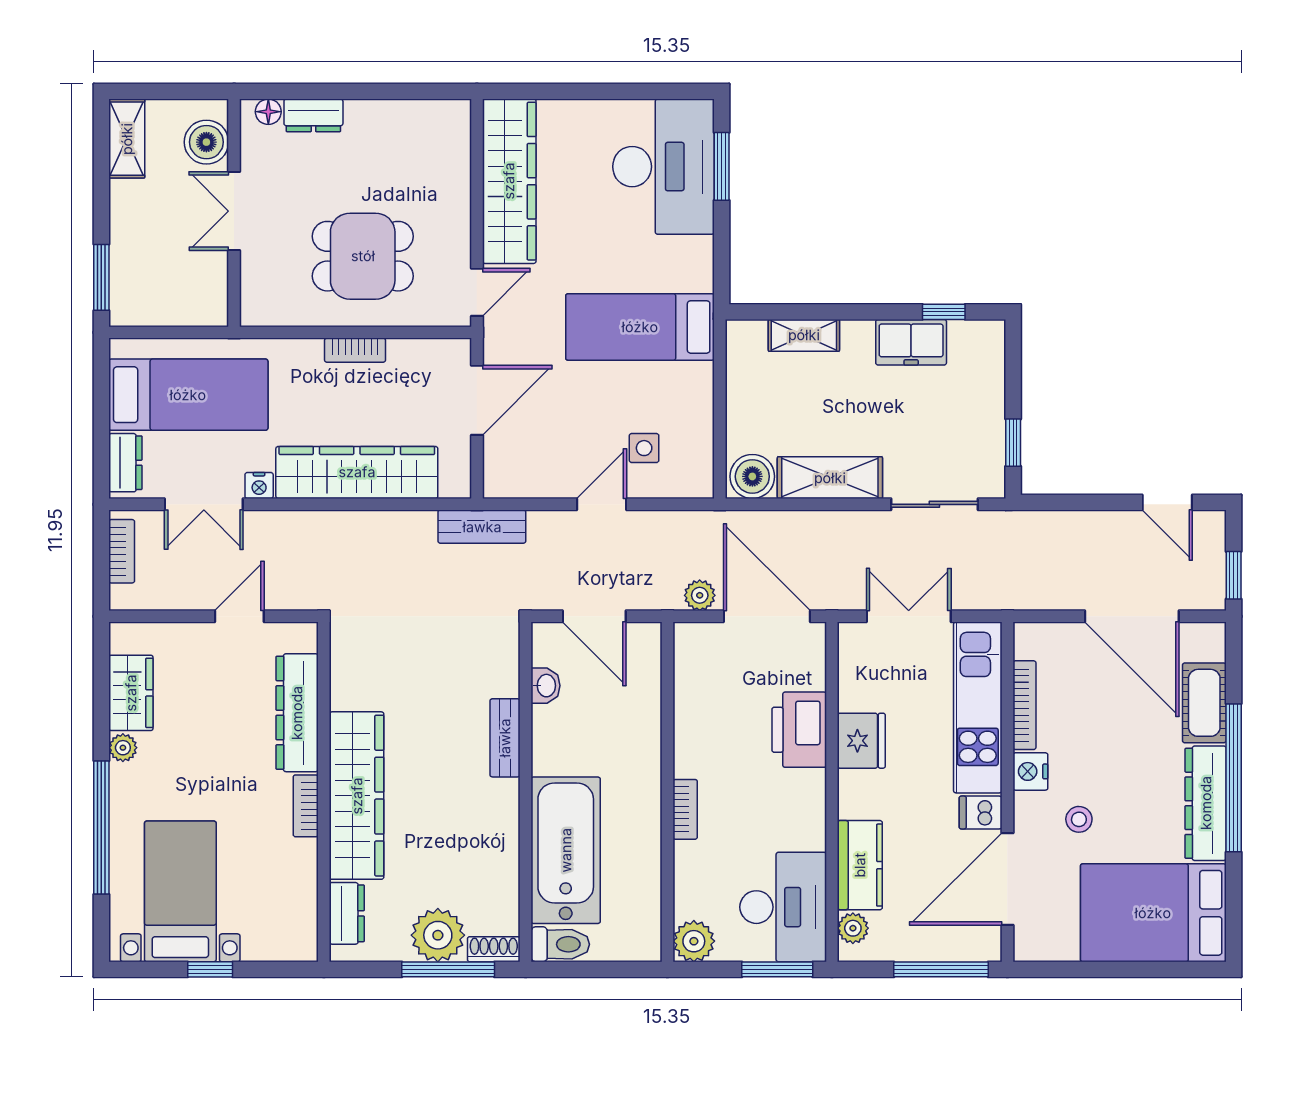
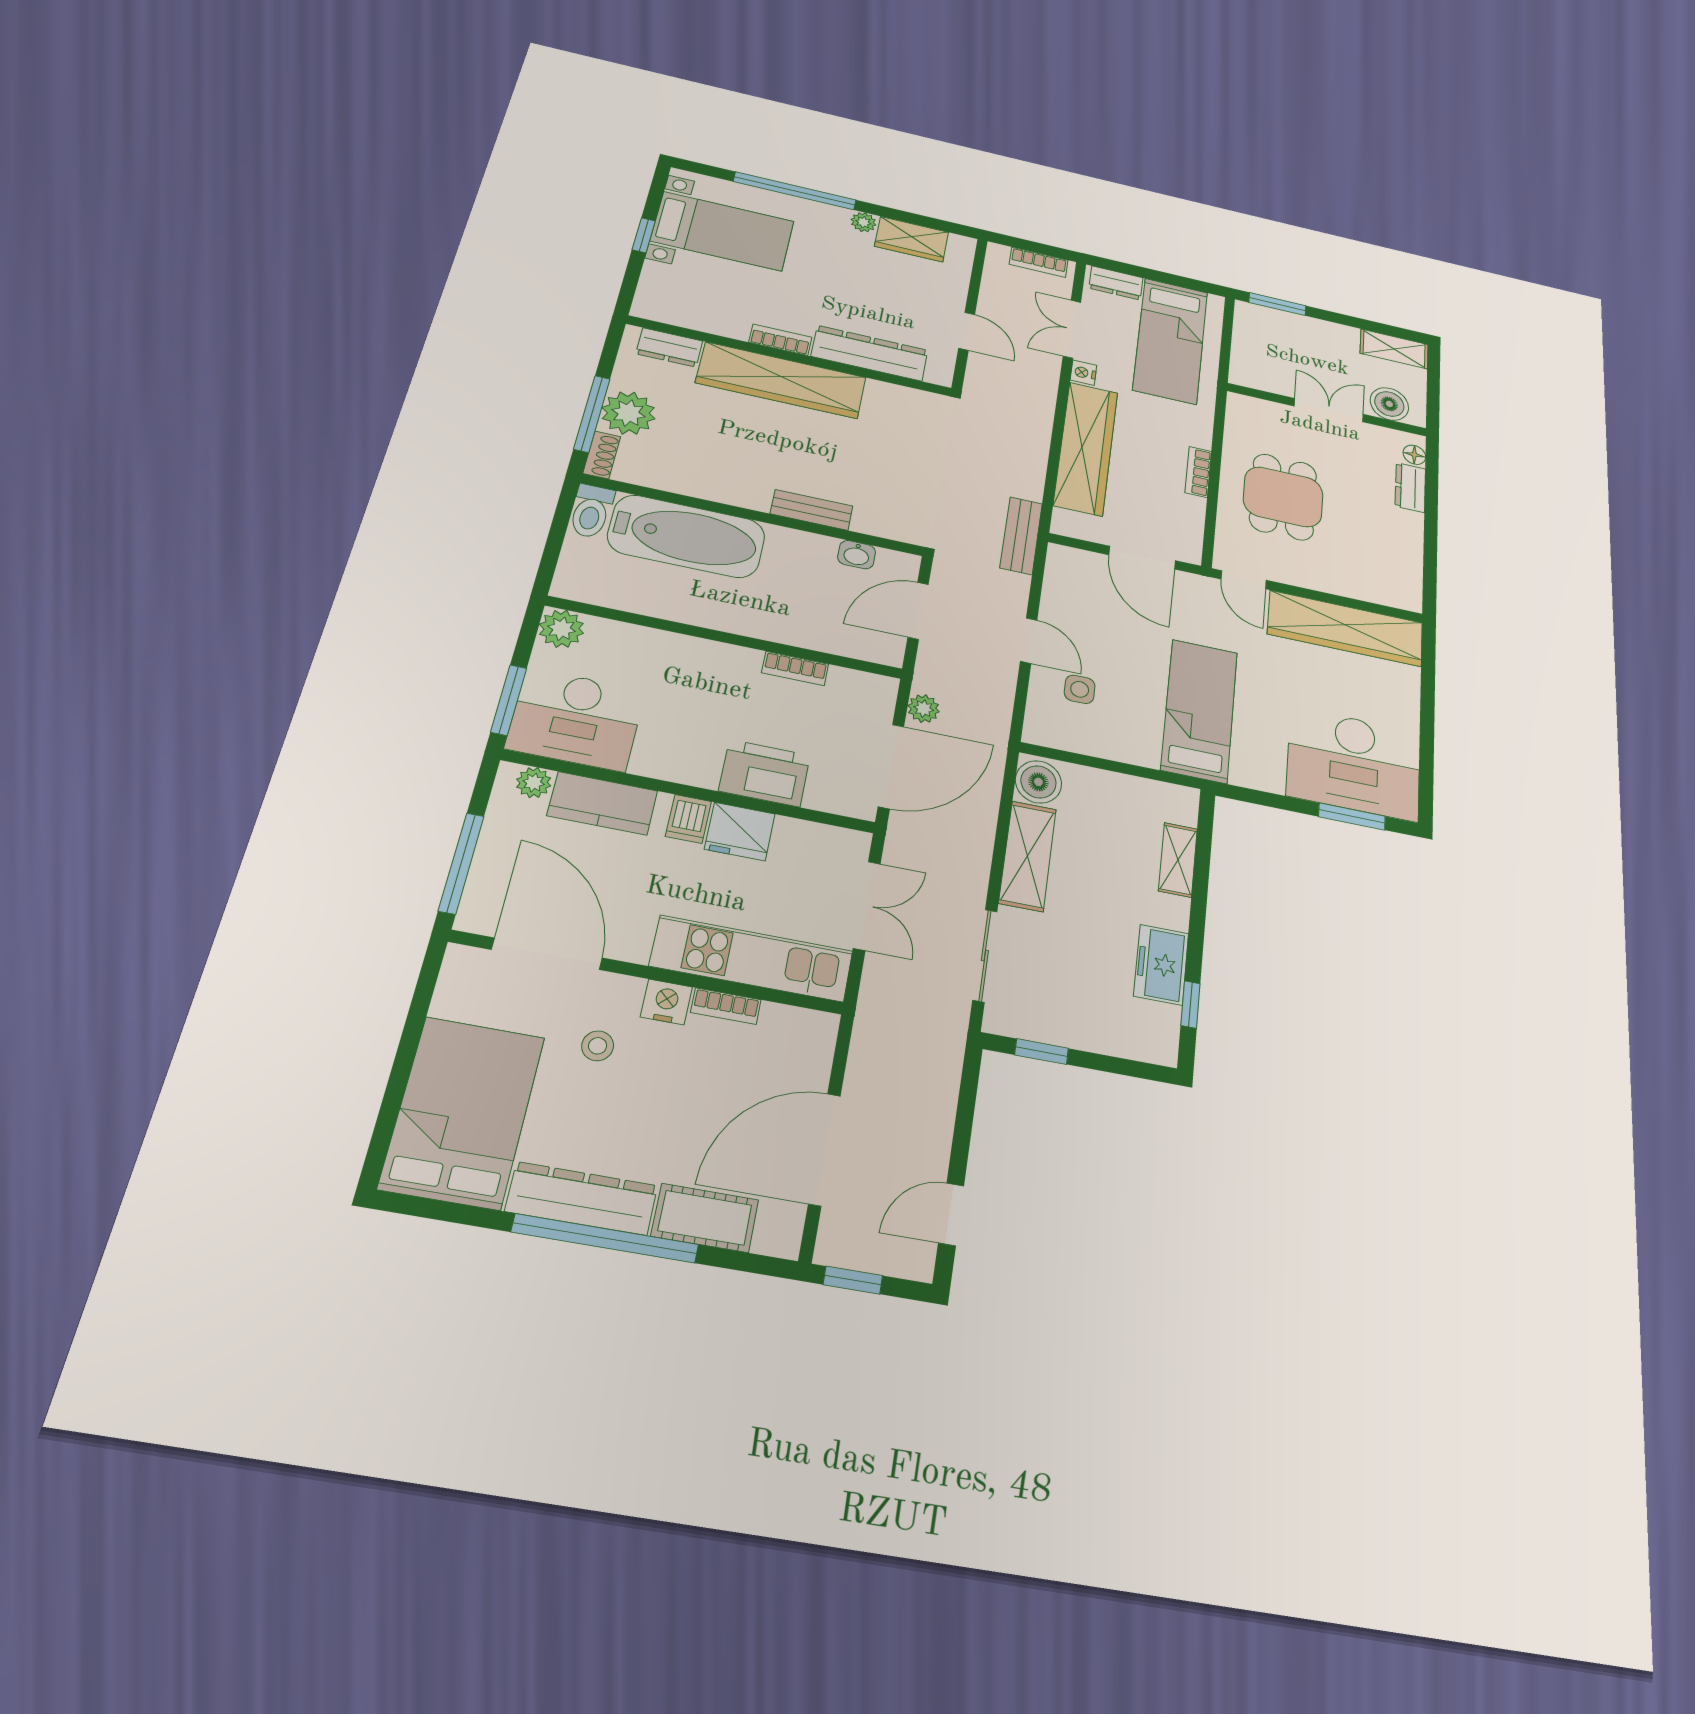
bookcase: (1024, 705) -> (726, 1006), width x0.64
bookcase: (685, 809) -> (795, 668), moved
dishwasher: (981, 813) -> (688, 819), moved, turned 180

